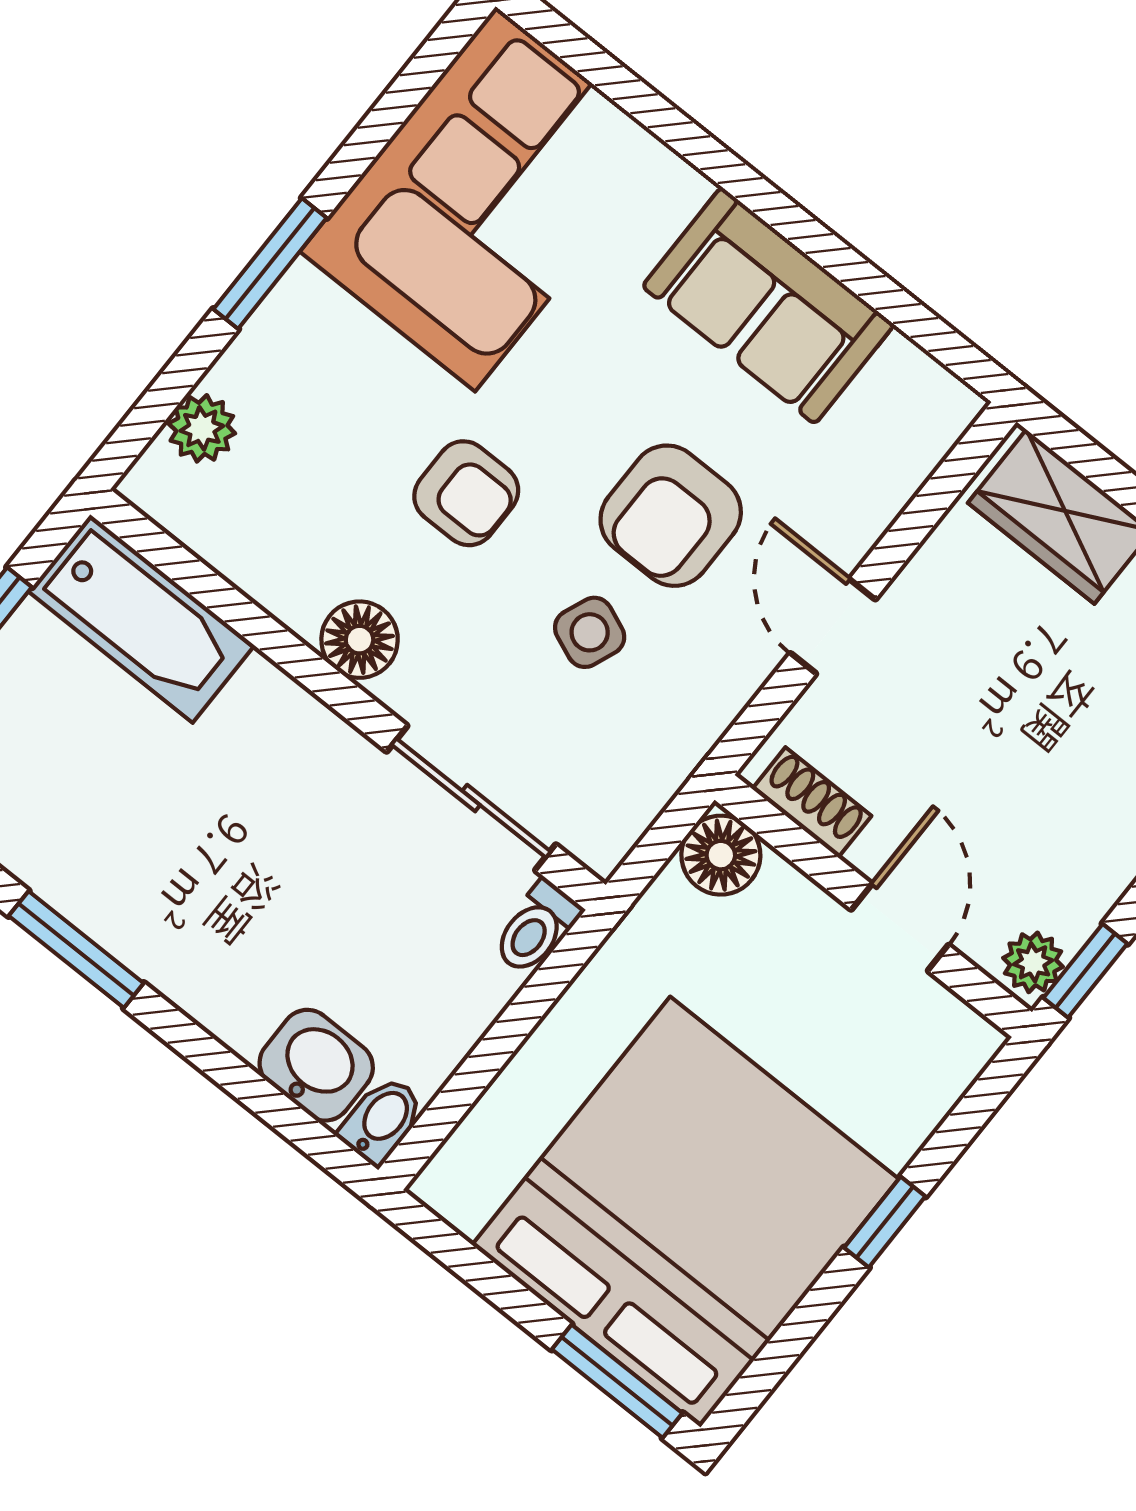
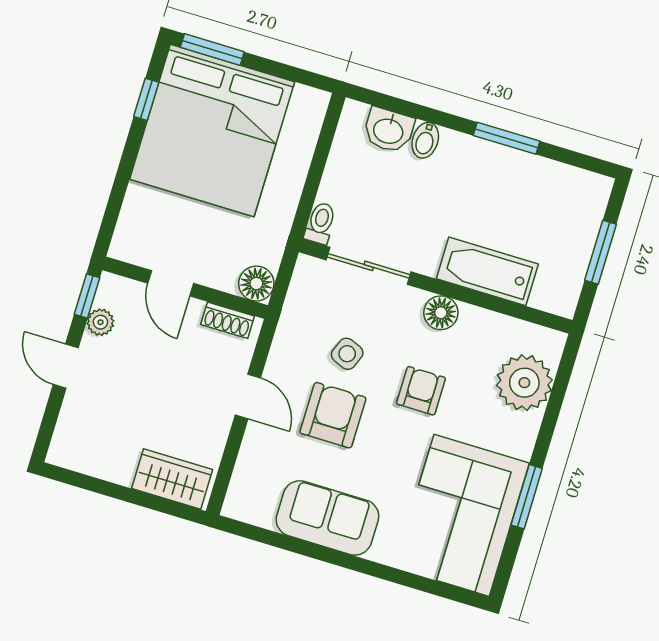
window: (270, 263) -> (527, 497), moved
plant: (202, 428) -> (524, 383), width x1.87, depth x1.87
armchair: (466, 493) -> (421, 391), turned 90
bathtub: (141, 619) -> (487, 271), moved
plant: (1033, 962) -> (100, 322), moved
bidet: (382, 1120) -> (425, 140), moved
window: (885, 1222) -> (146, 99), moved

